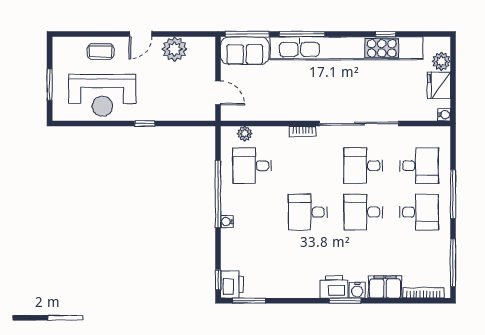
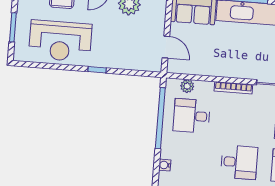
bookcase: (303, 131) -> (233, 88), width x1.56
window: (218, 194) -> (160, 118), moved
desk: (308, 212) -> (239, 162), turned 180

